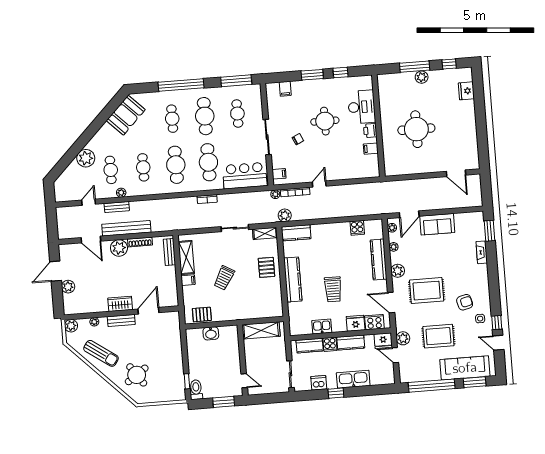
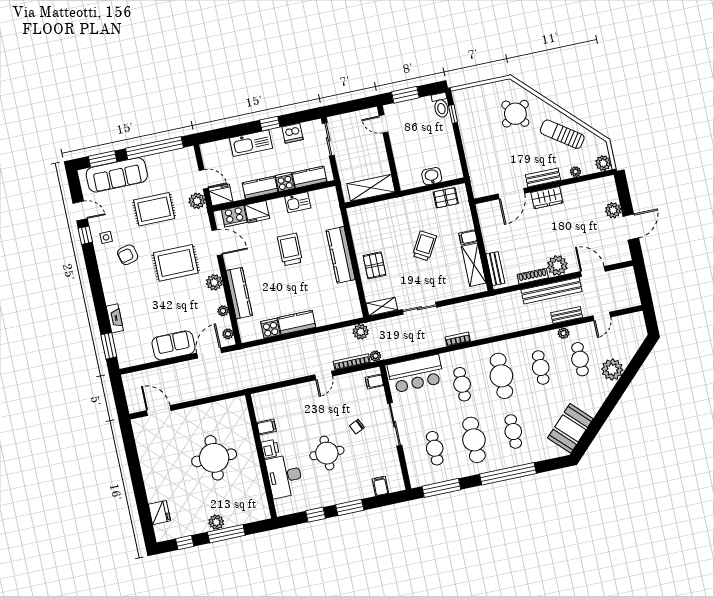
cafe table: (208, 162) -> (462, 384), width x0.73, depth x0.74
kitchen counter: (296, 233) -> (297, 322), moved

